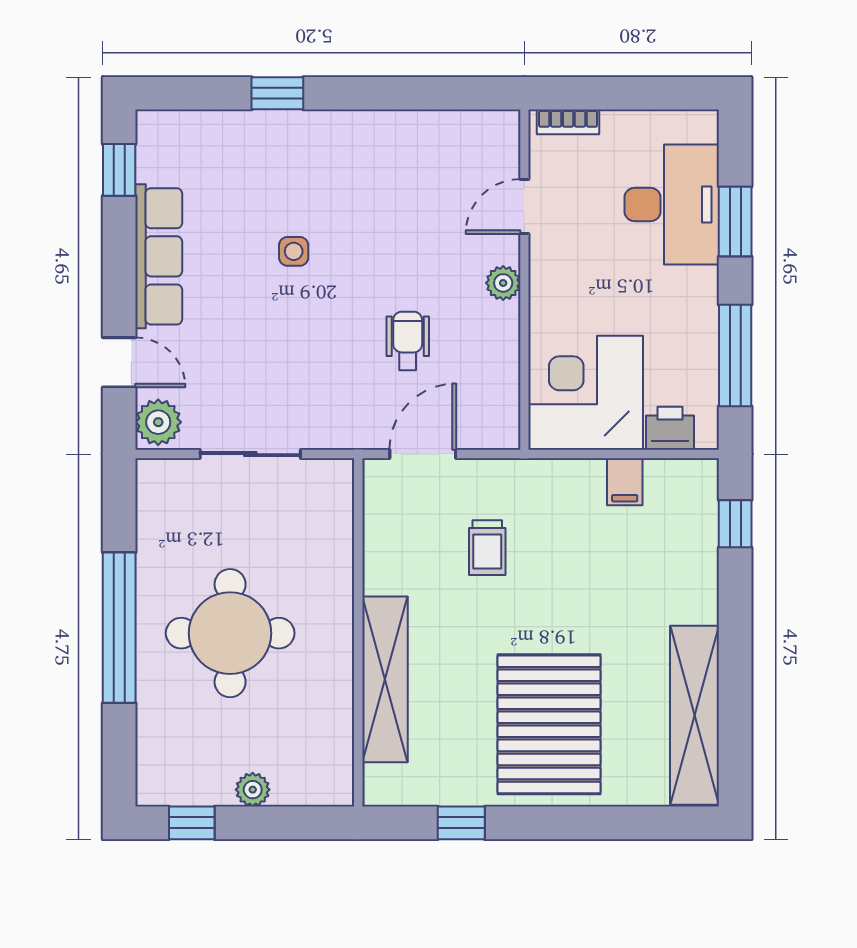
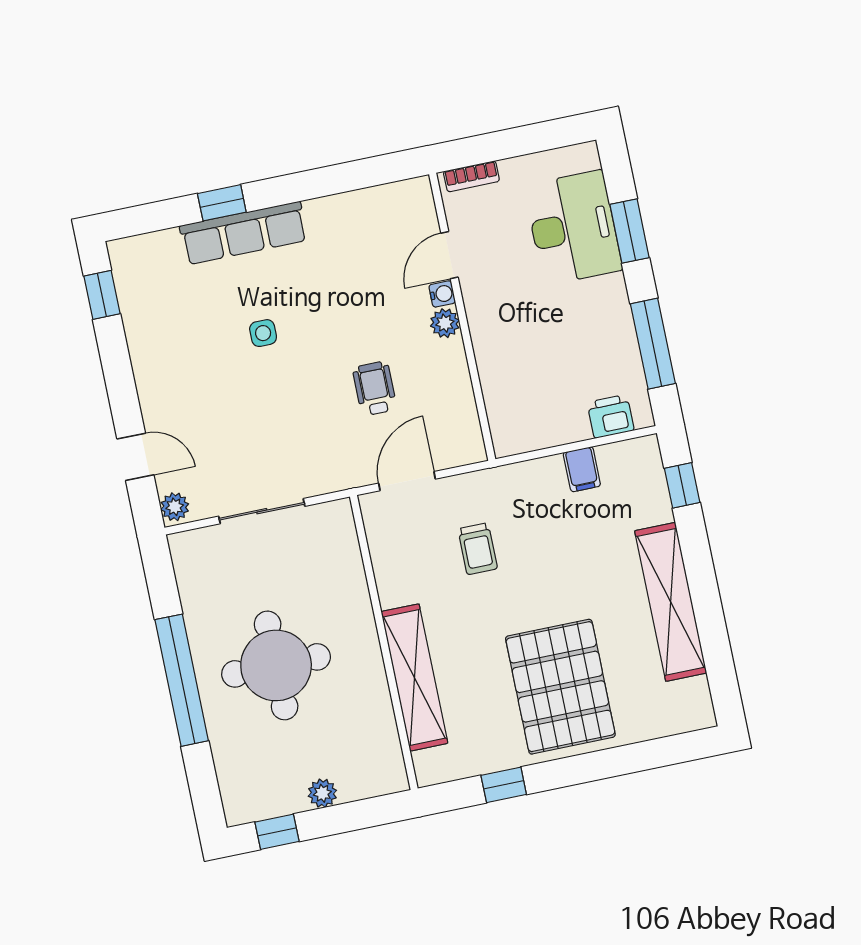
water cooler: (507, 249) -> (442, 294), added
row of seats: (159, 256) -> (244, 233), moved, turned 90
corner desk: (586, 393) -> (534, 401), removed
plant: (158, 422) -> (175, 507), width x0.73, depth x0.73
shelving: (695, 715) -> (671, 602), moved

